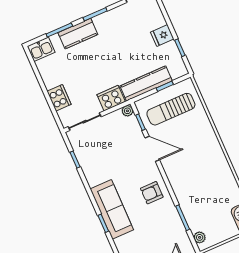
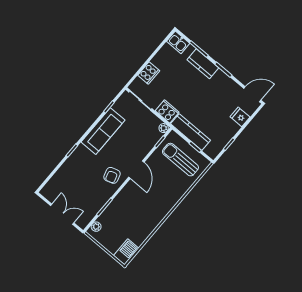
fridge: (162, 35) -> (240, 117), moved
door: (152, 149) -> (136, 170), moved
armchair: (152, 193) -> (112, 175), turned -107
sofa: (112, 209) -> (103, 131), moved

